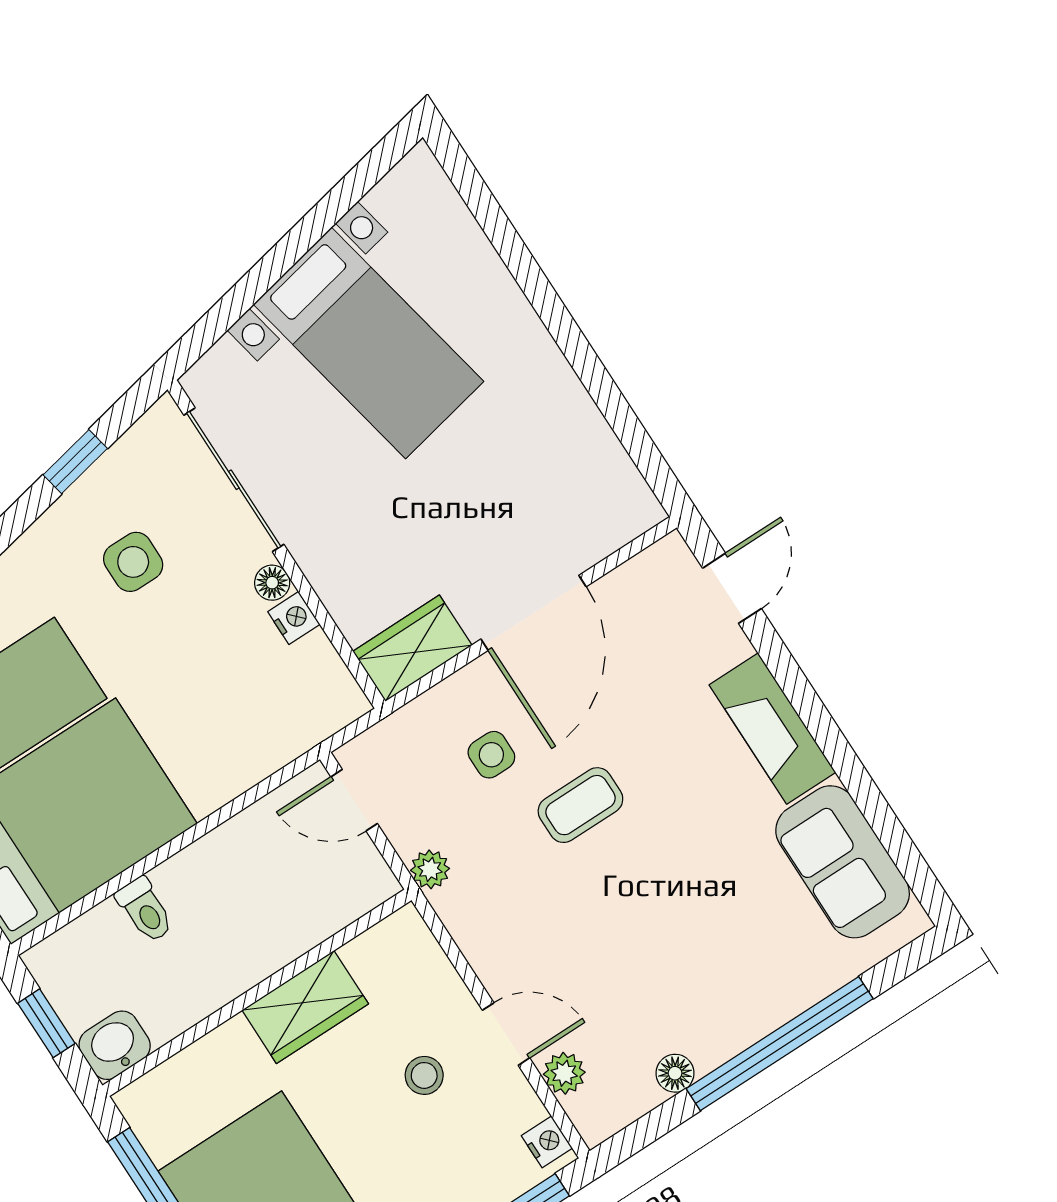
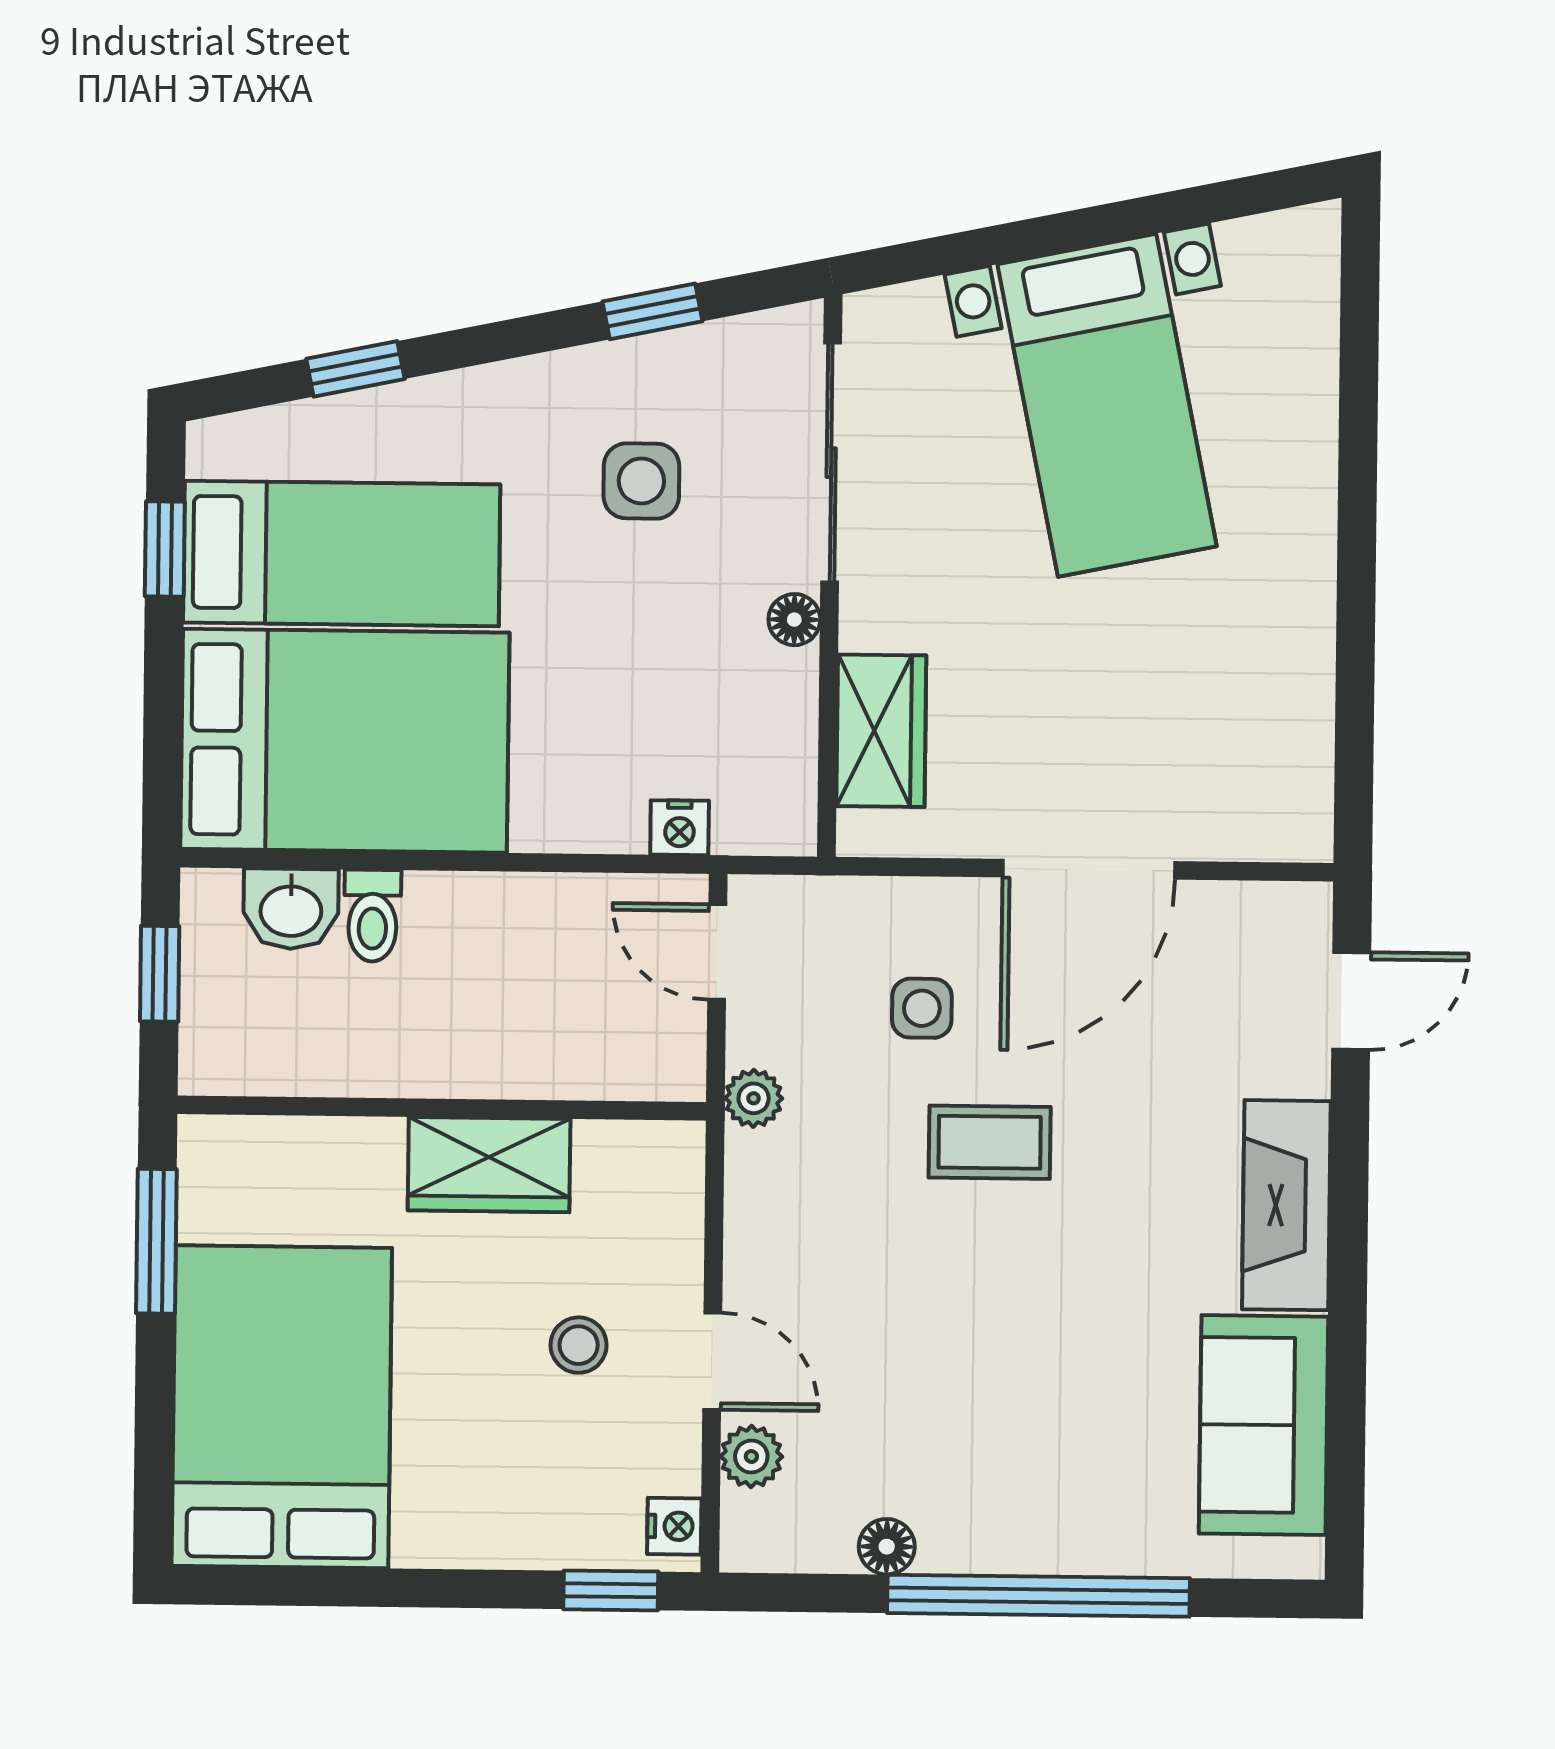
nightstand: (294, 618) -> (680, 828), moved, turned 90
wardrobe: (412, 648) -> (881, 731), moved, turned 90
washbasin: (115, 1045) -> (291, 909), moved, turned 180

